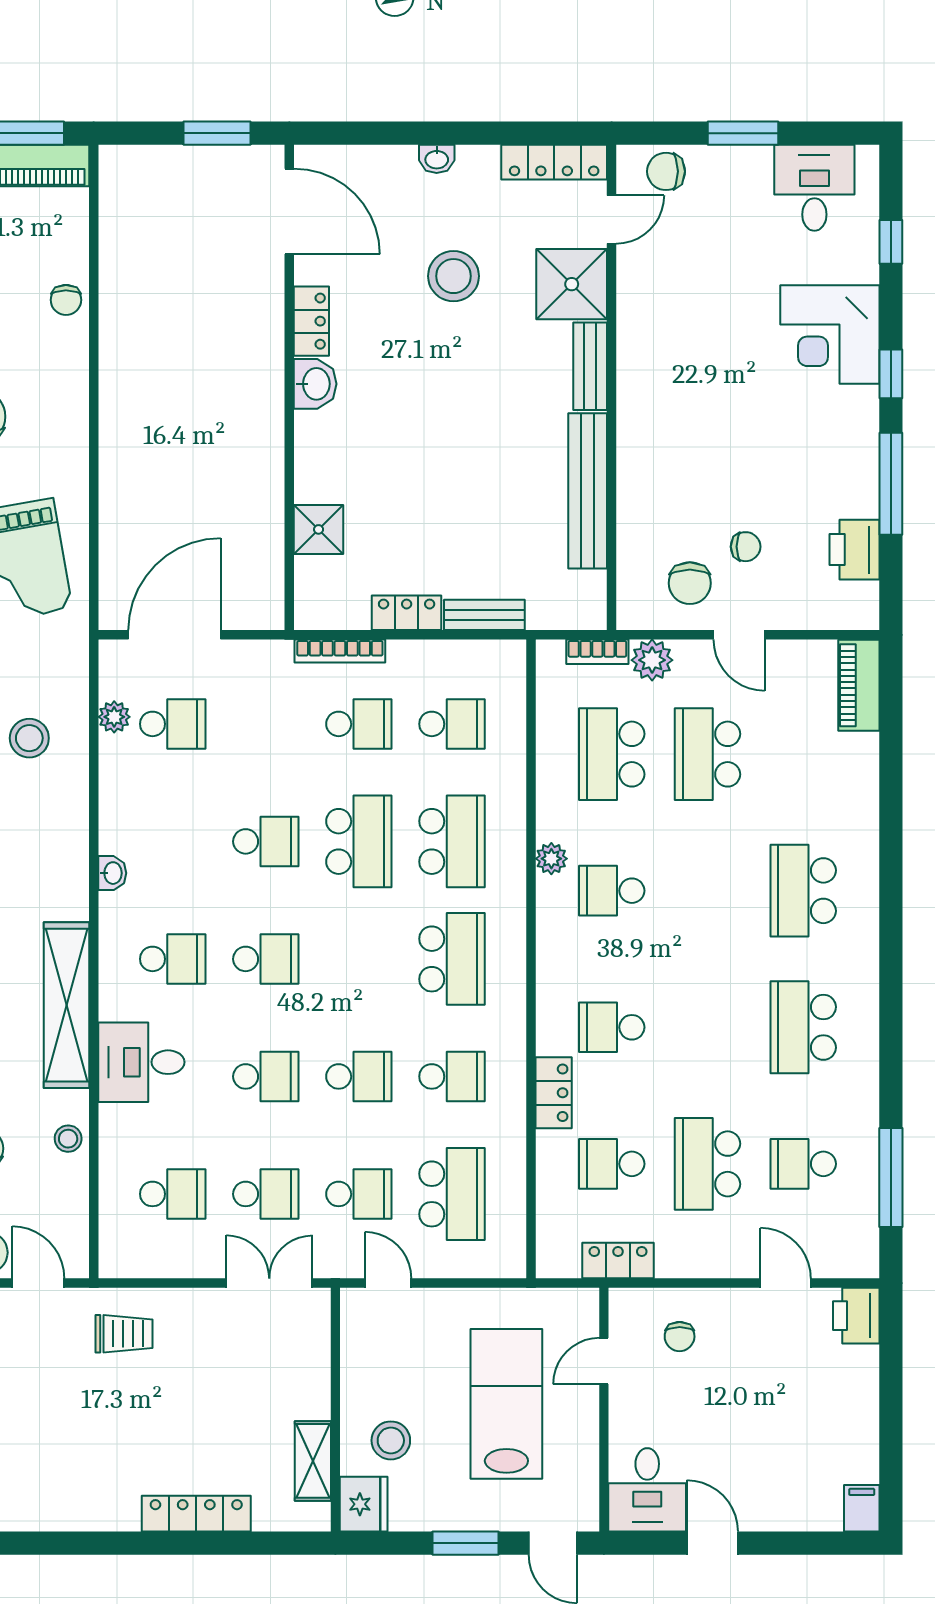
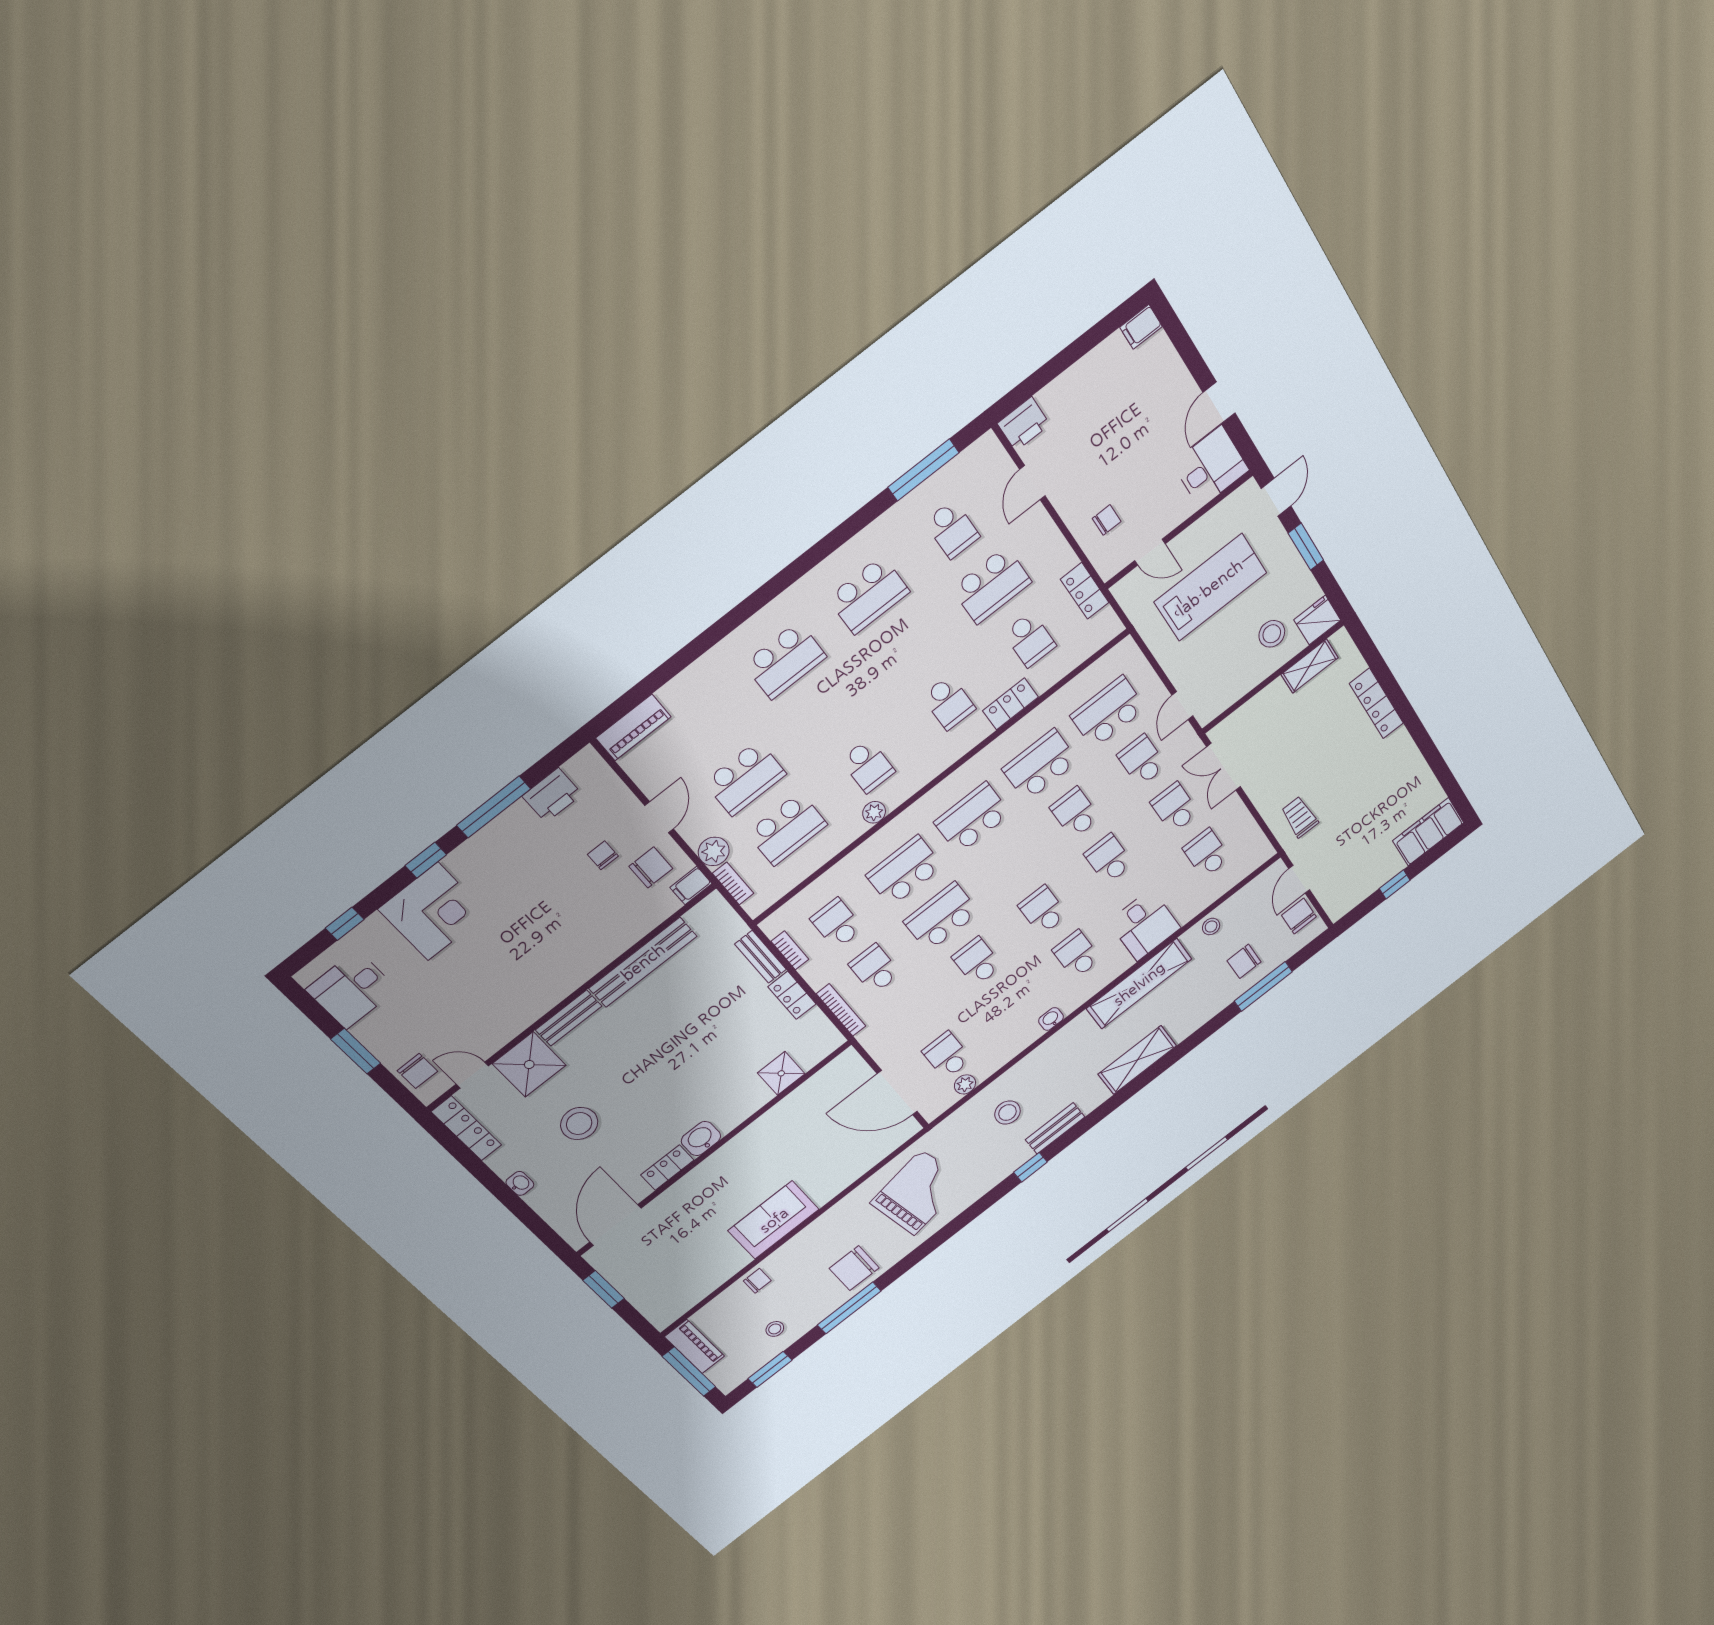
sofa: (132, 379) -> (774, 1220), added
filing cabinet: (633, 607) -> (691, 886), added
bookcase: (464, 651) -> (790, 950), added
school desk: (452, 1076) -> (1040, 765), width x1.85
lab bench: (506, 1404) -> (1210, 587), turned 180

